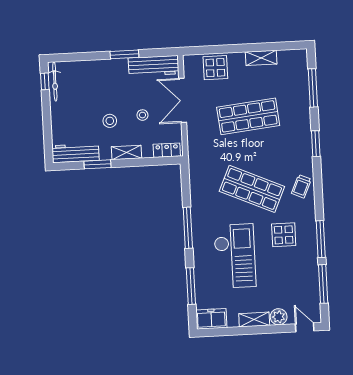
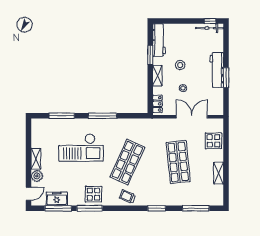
workbench: (154, 66) -> (217, 70), moved
display table: (284, 235) -> (93, 194), moved
freezer: (211, 319) -> (57, 199), moved, turned -90

